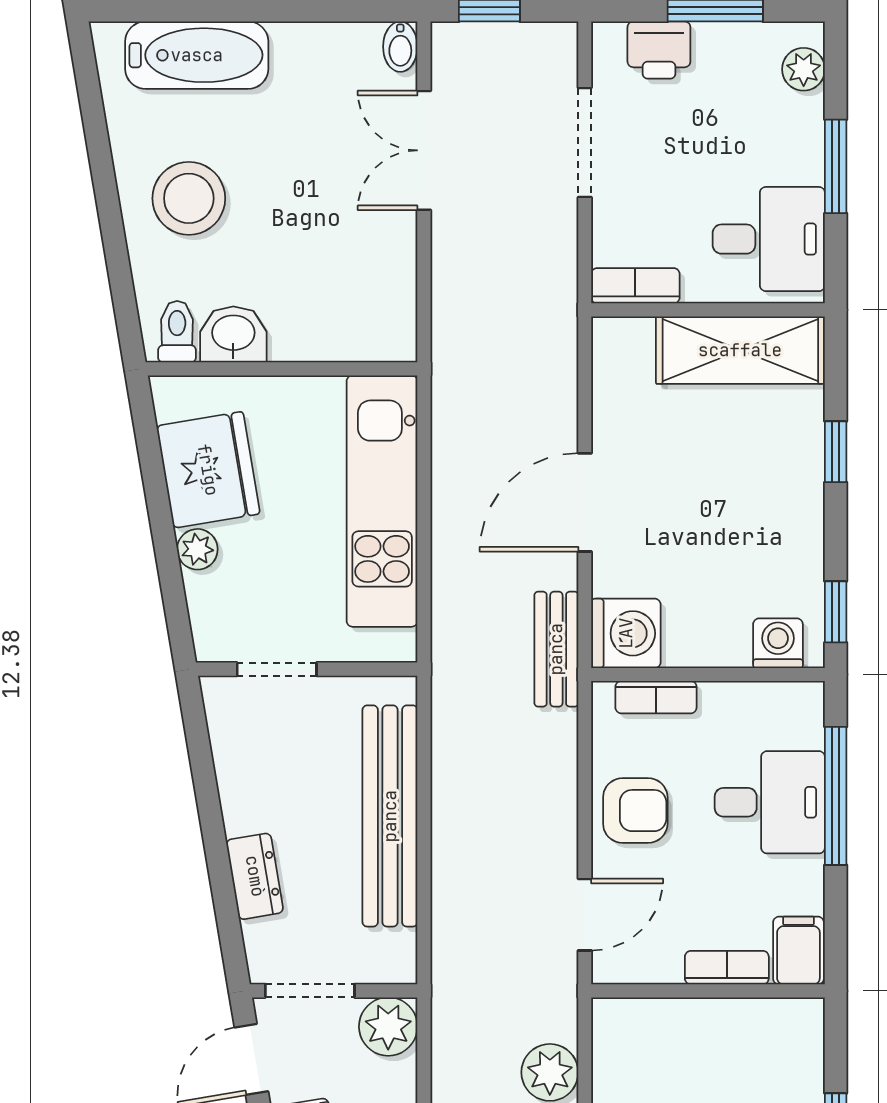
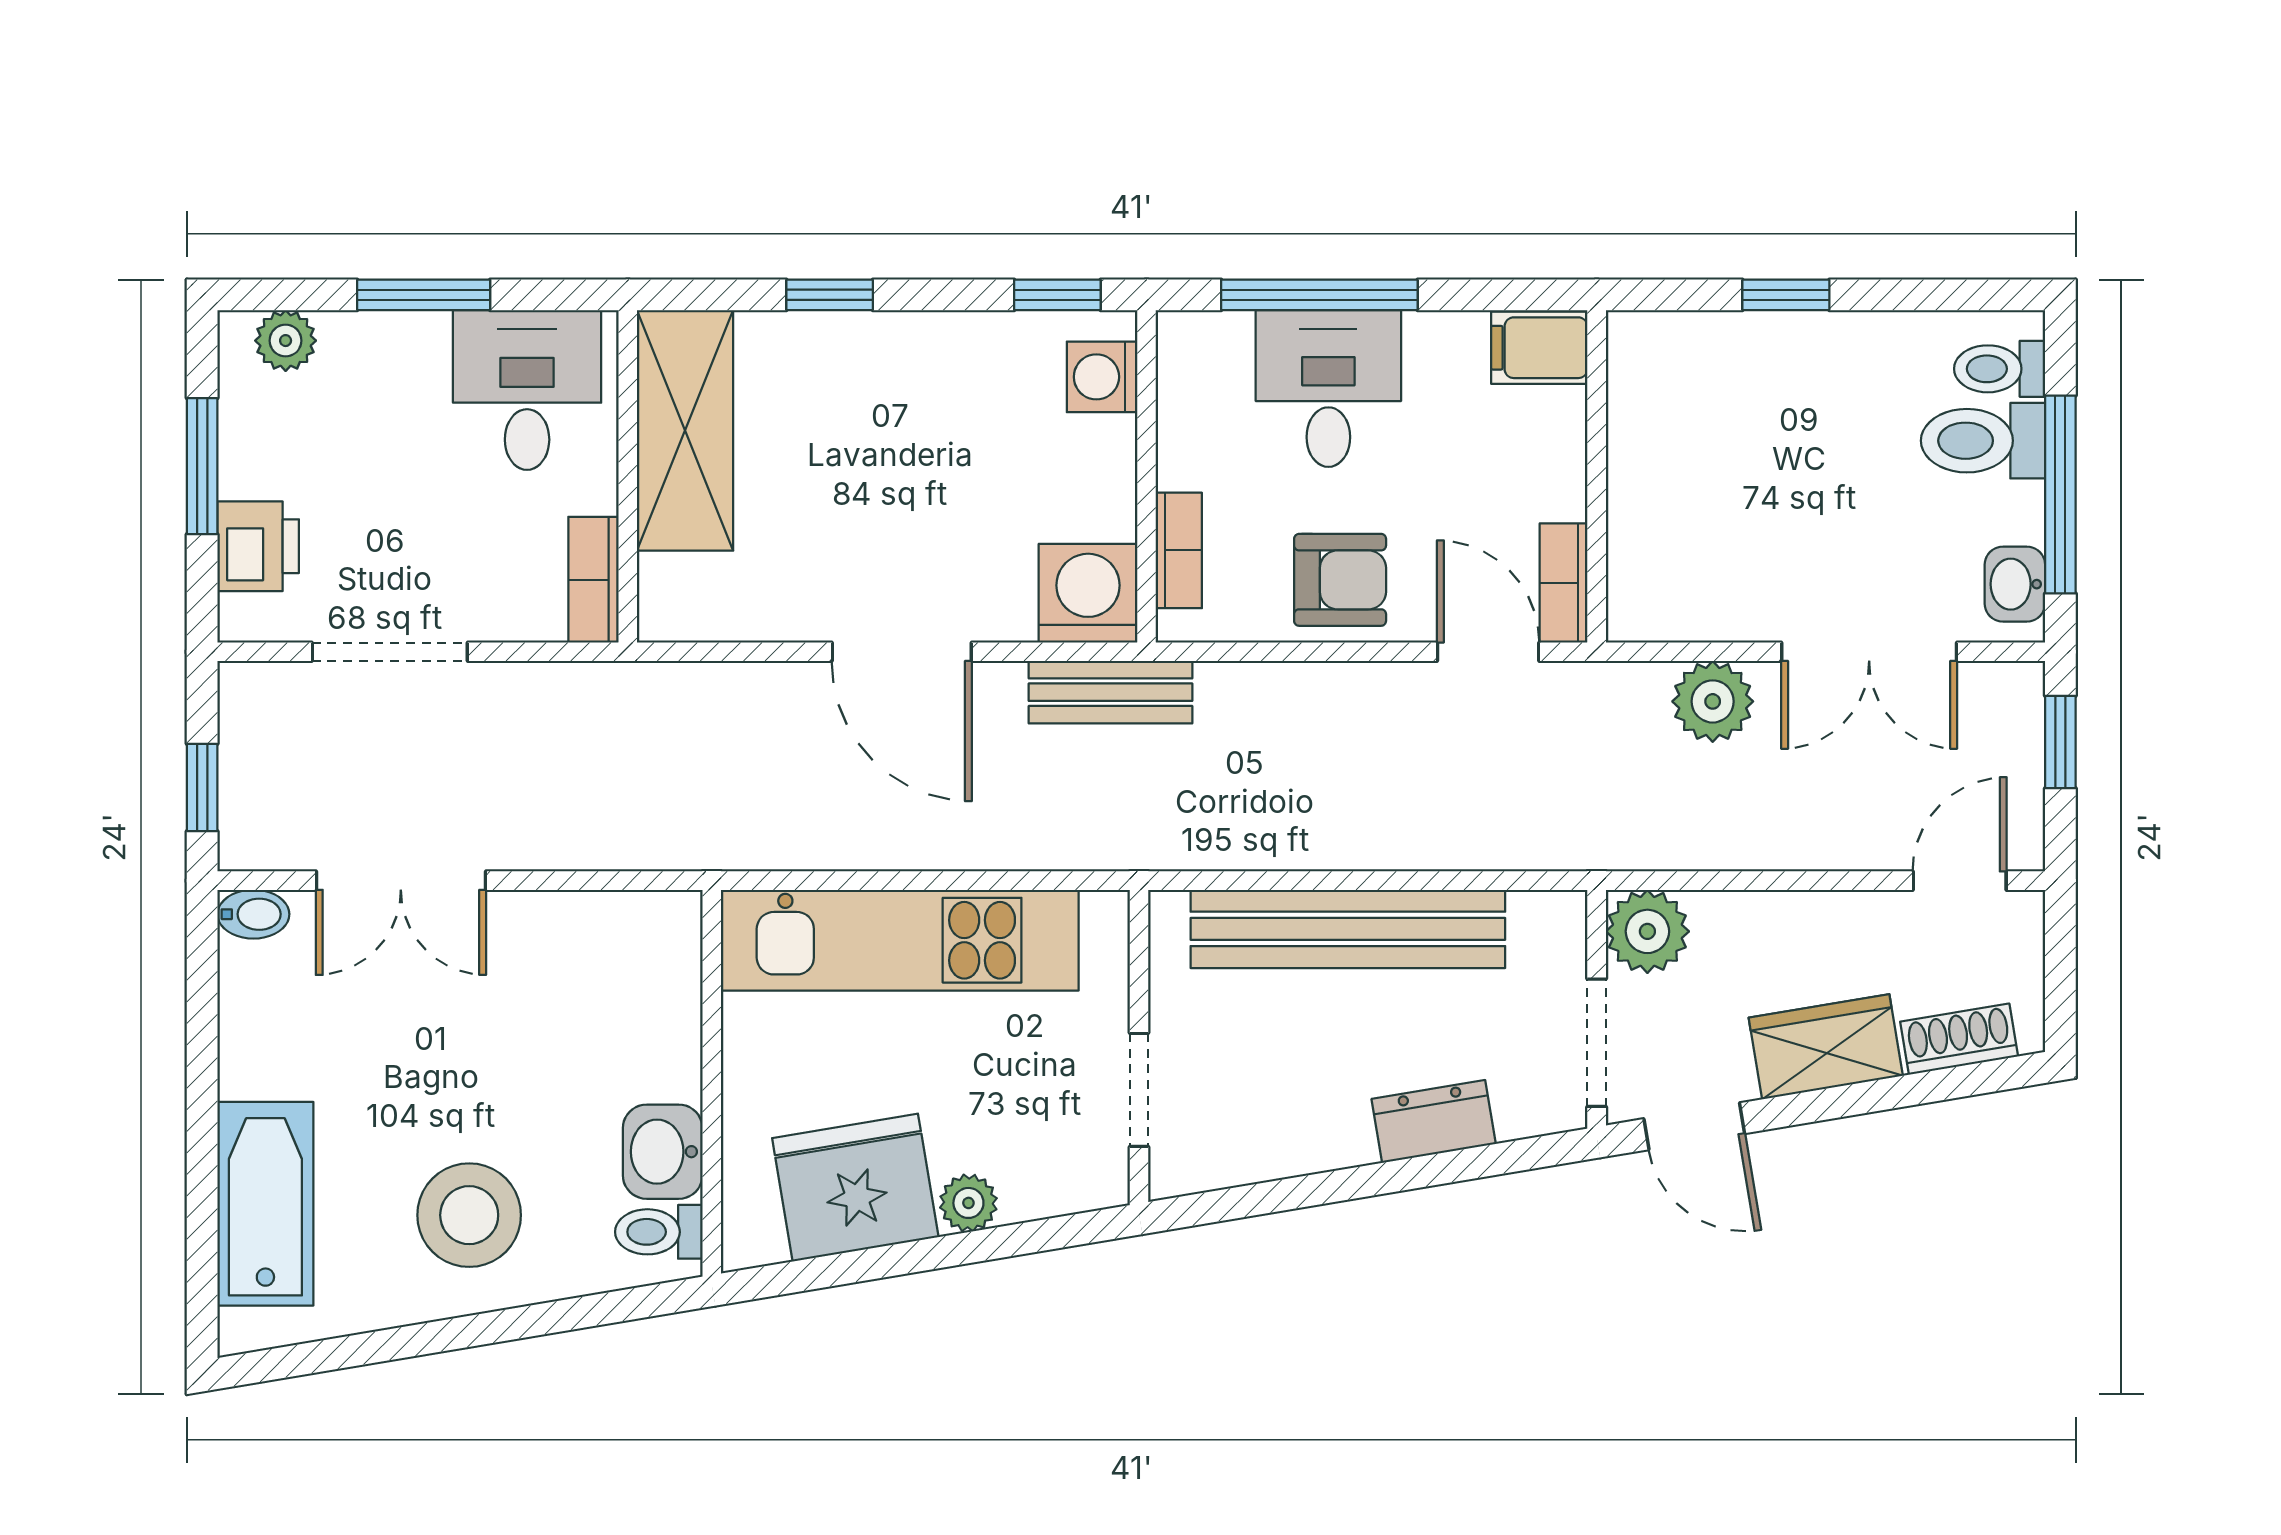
armchair: (635, 811) -> (1340, 580), turned 90
bookcase: (727, 968) -> (1564, 583), moved

